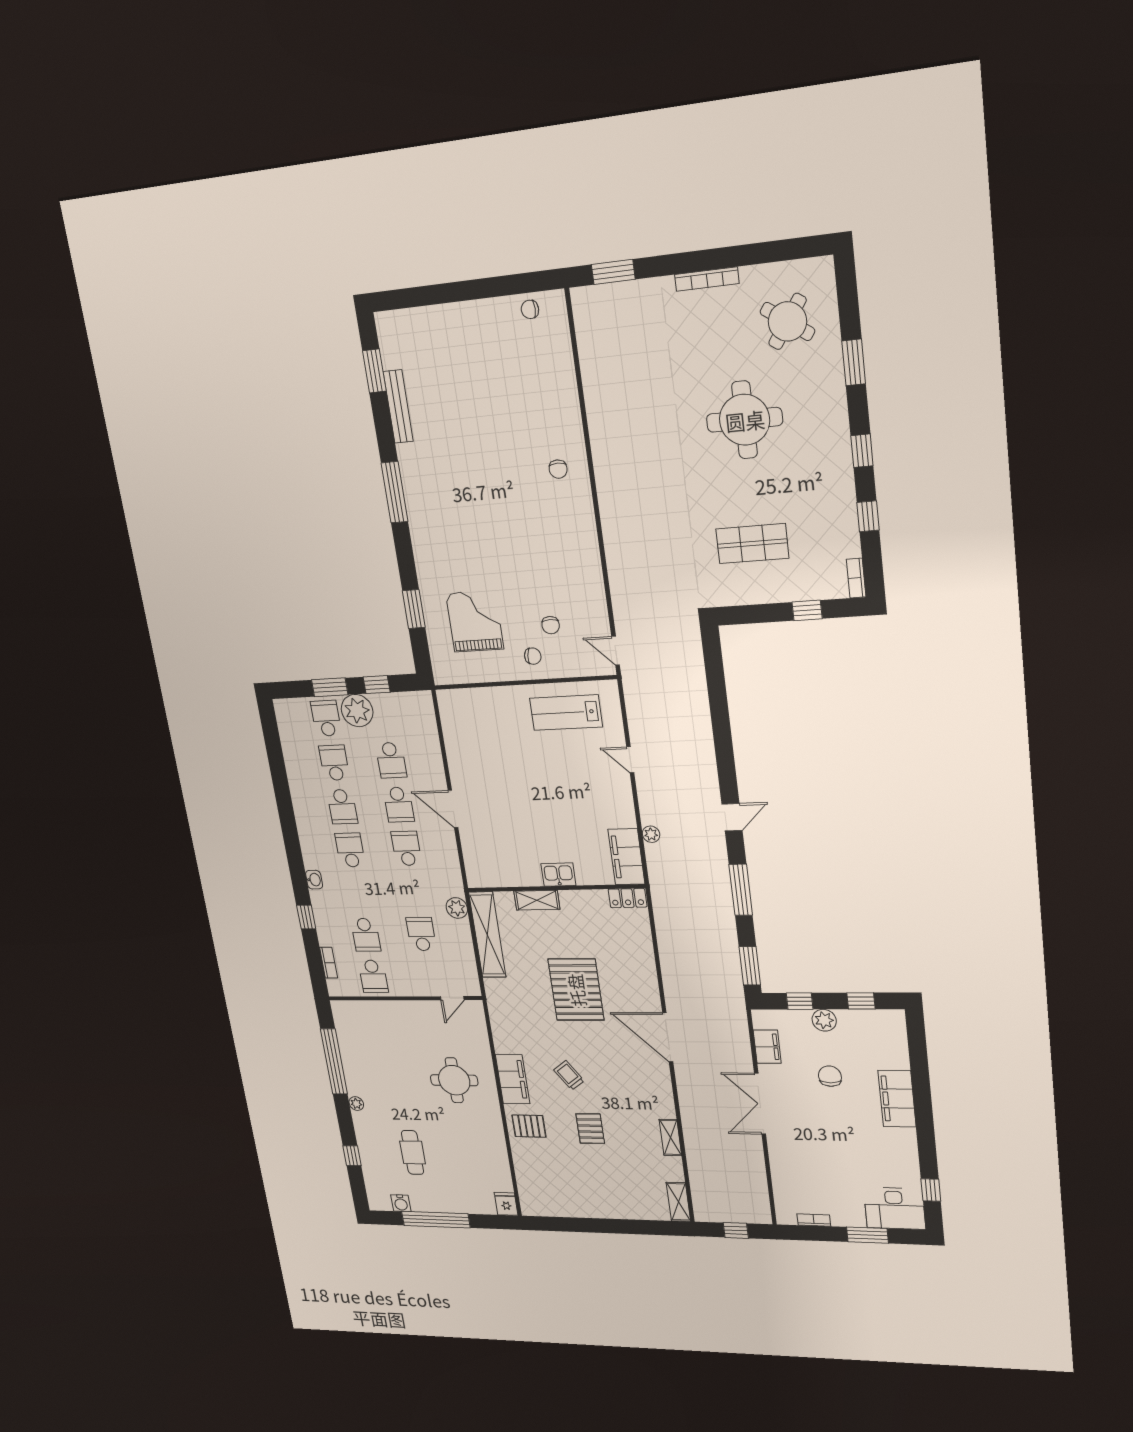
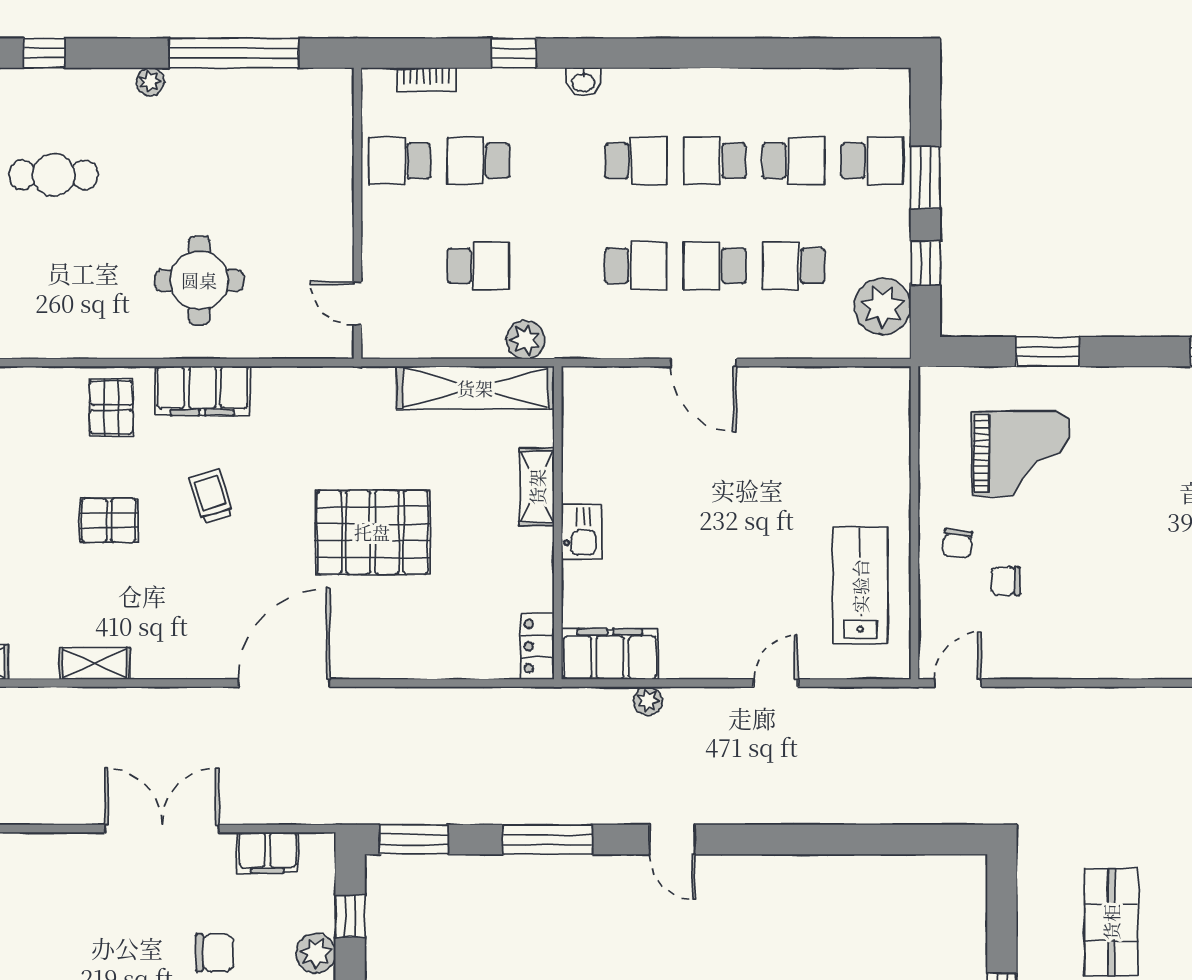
plant: (357, 711) -> (883, 306), moved
door: (453, 809) -> (703, 363), swing flipped
trolley: (569, 1075) -> (211, 496), turned -71

